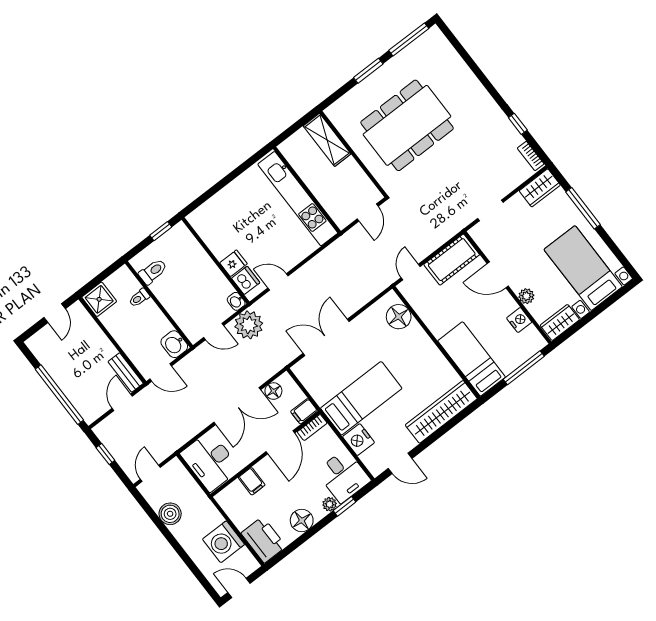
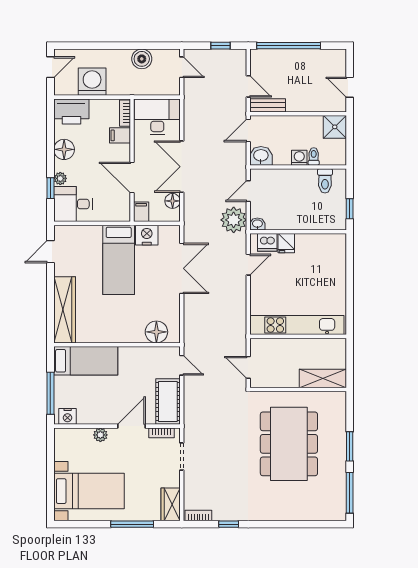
bookcase: (483, 244) -> (162, 433), added
washing machine: (150, 310) -> (299, 158), added
nightstand: (519, 320) -> (68, 416), moved
wardrobe: (560, 322) -> (63, 444), removed
bookcase: (312, 427) -> (125, 113), moved
nightstand: (359, 440) -> (147, 235), moved

